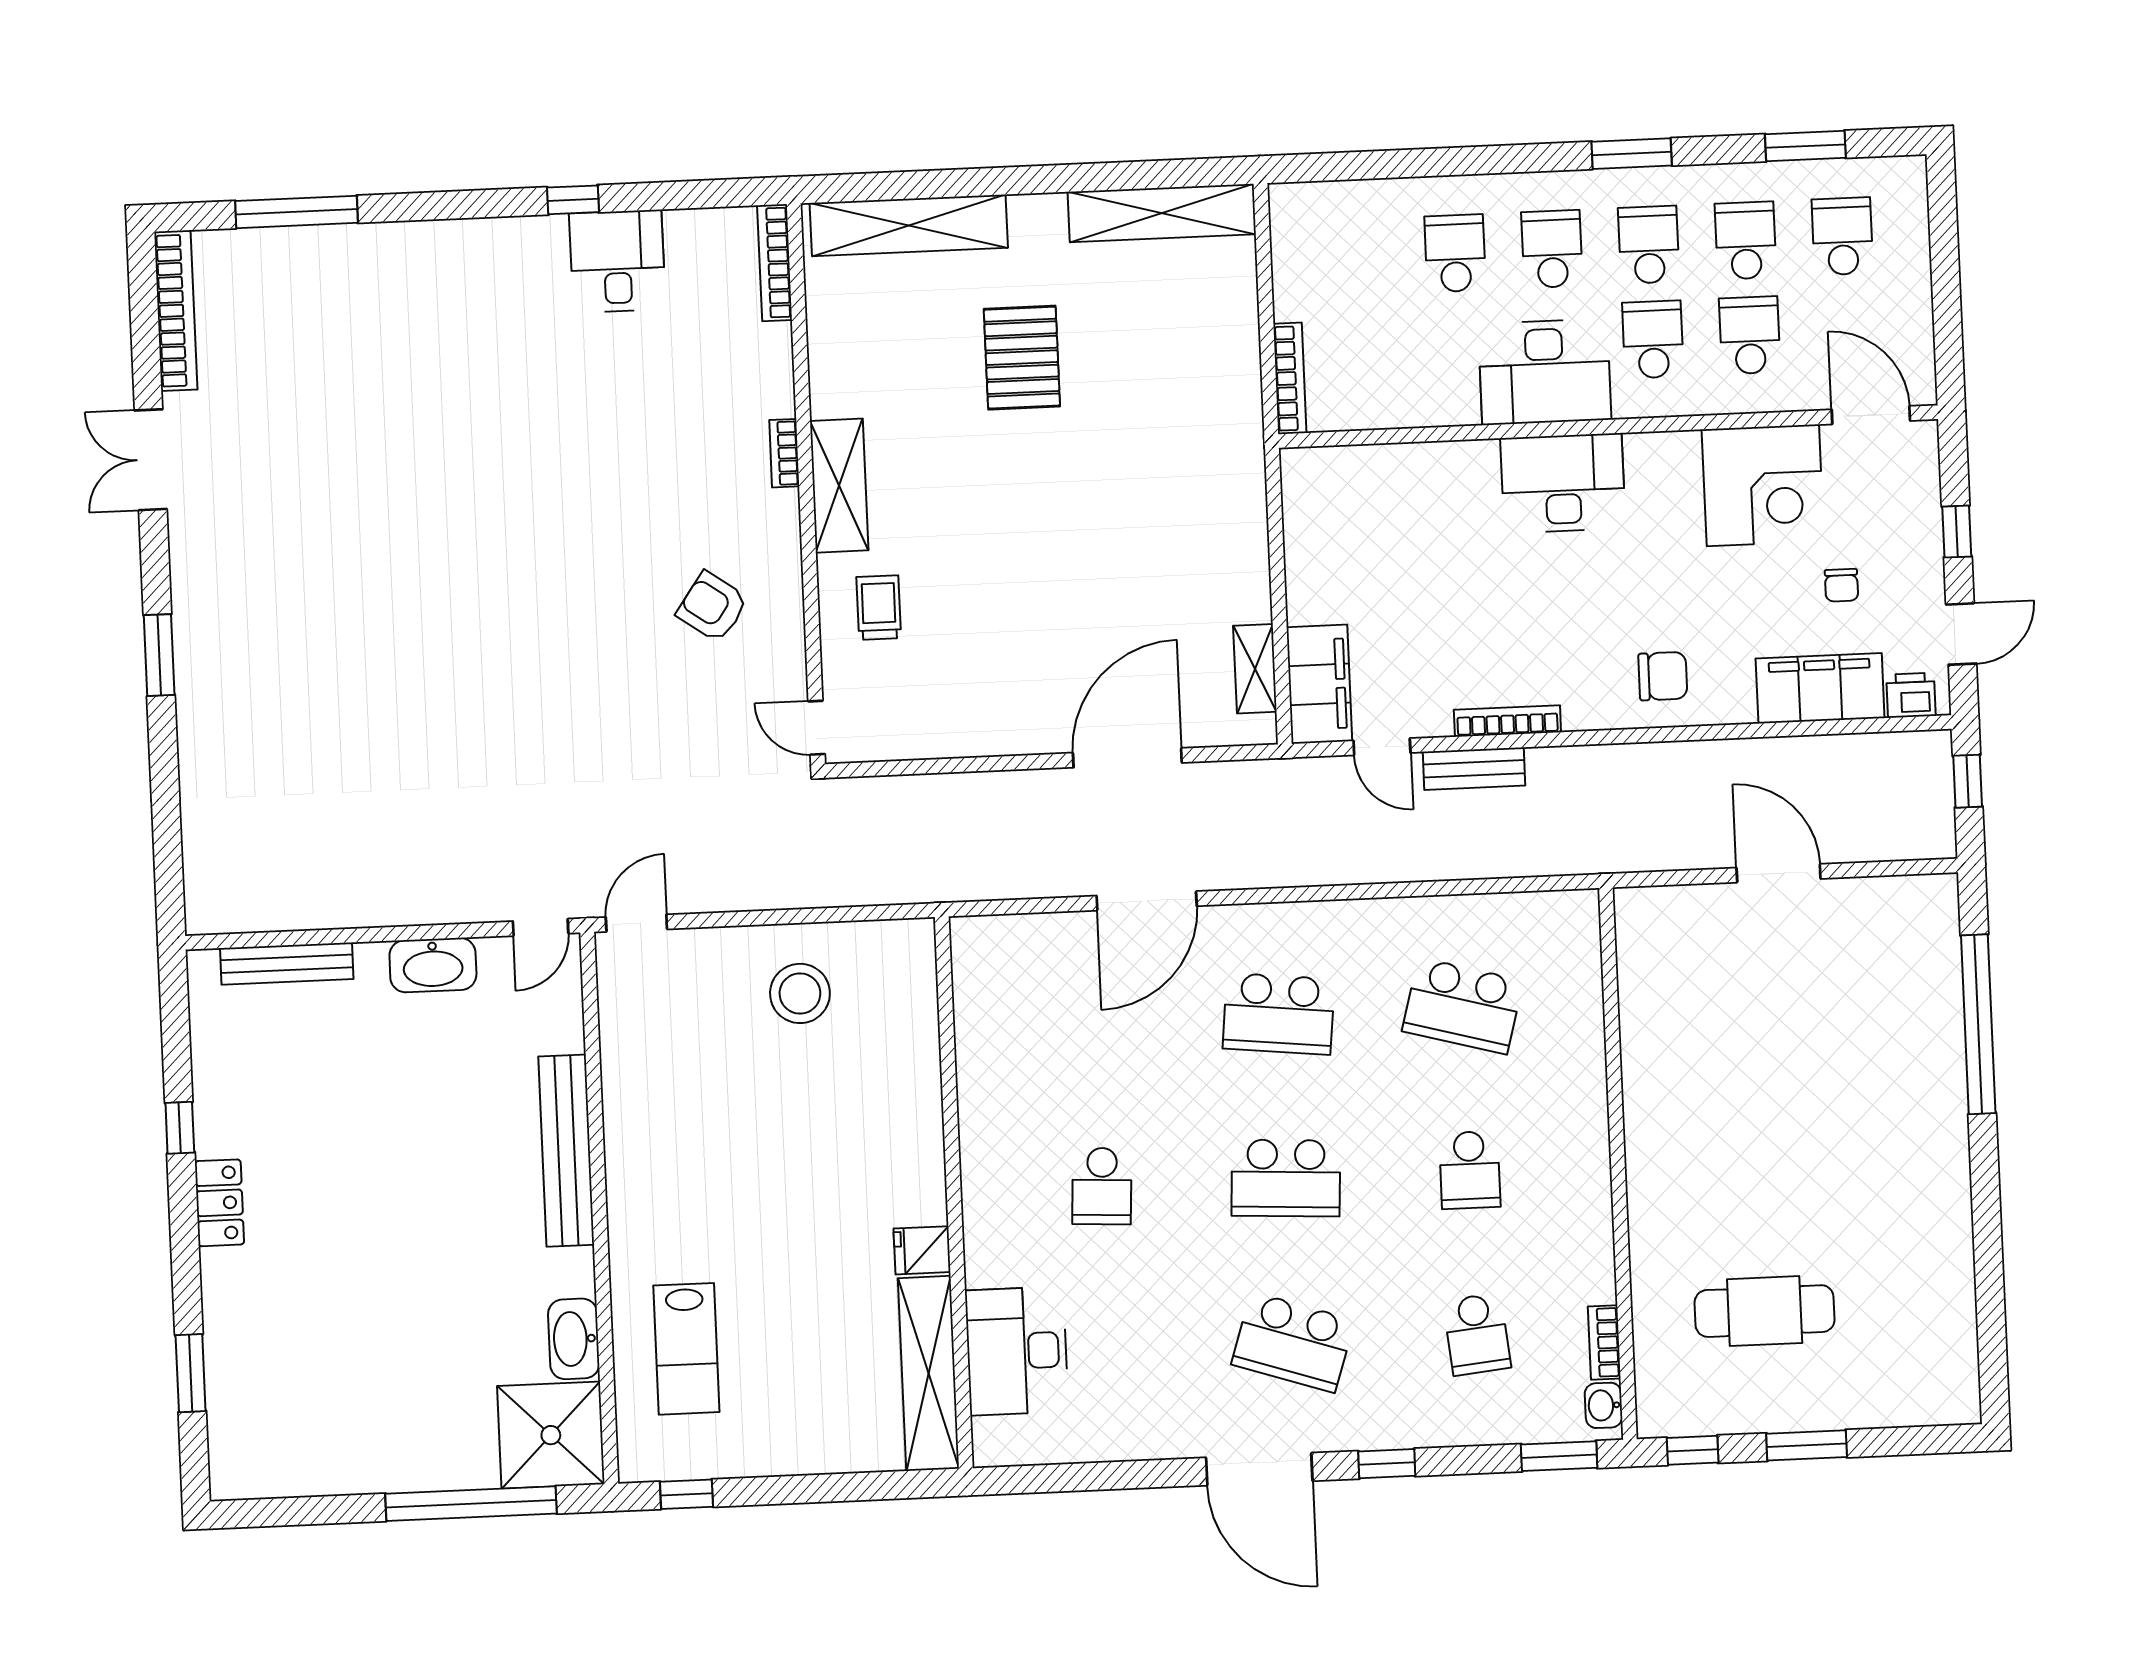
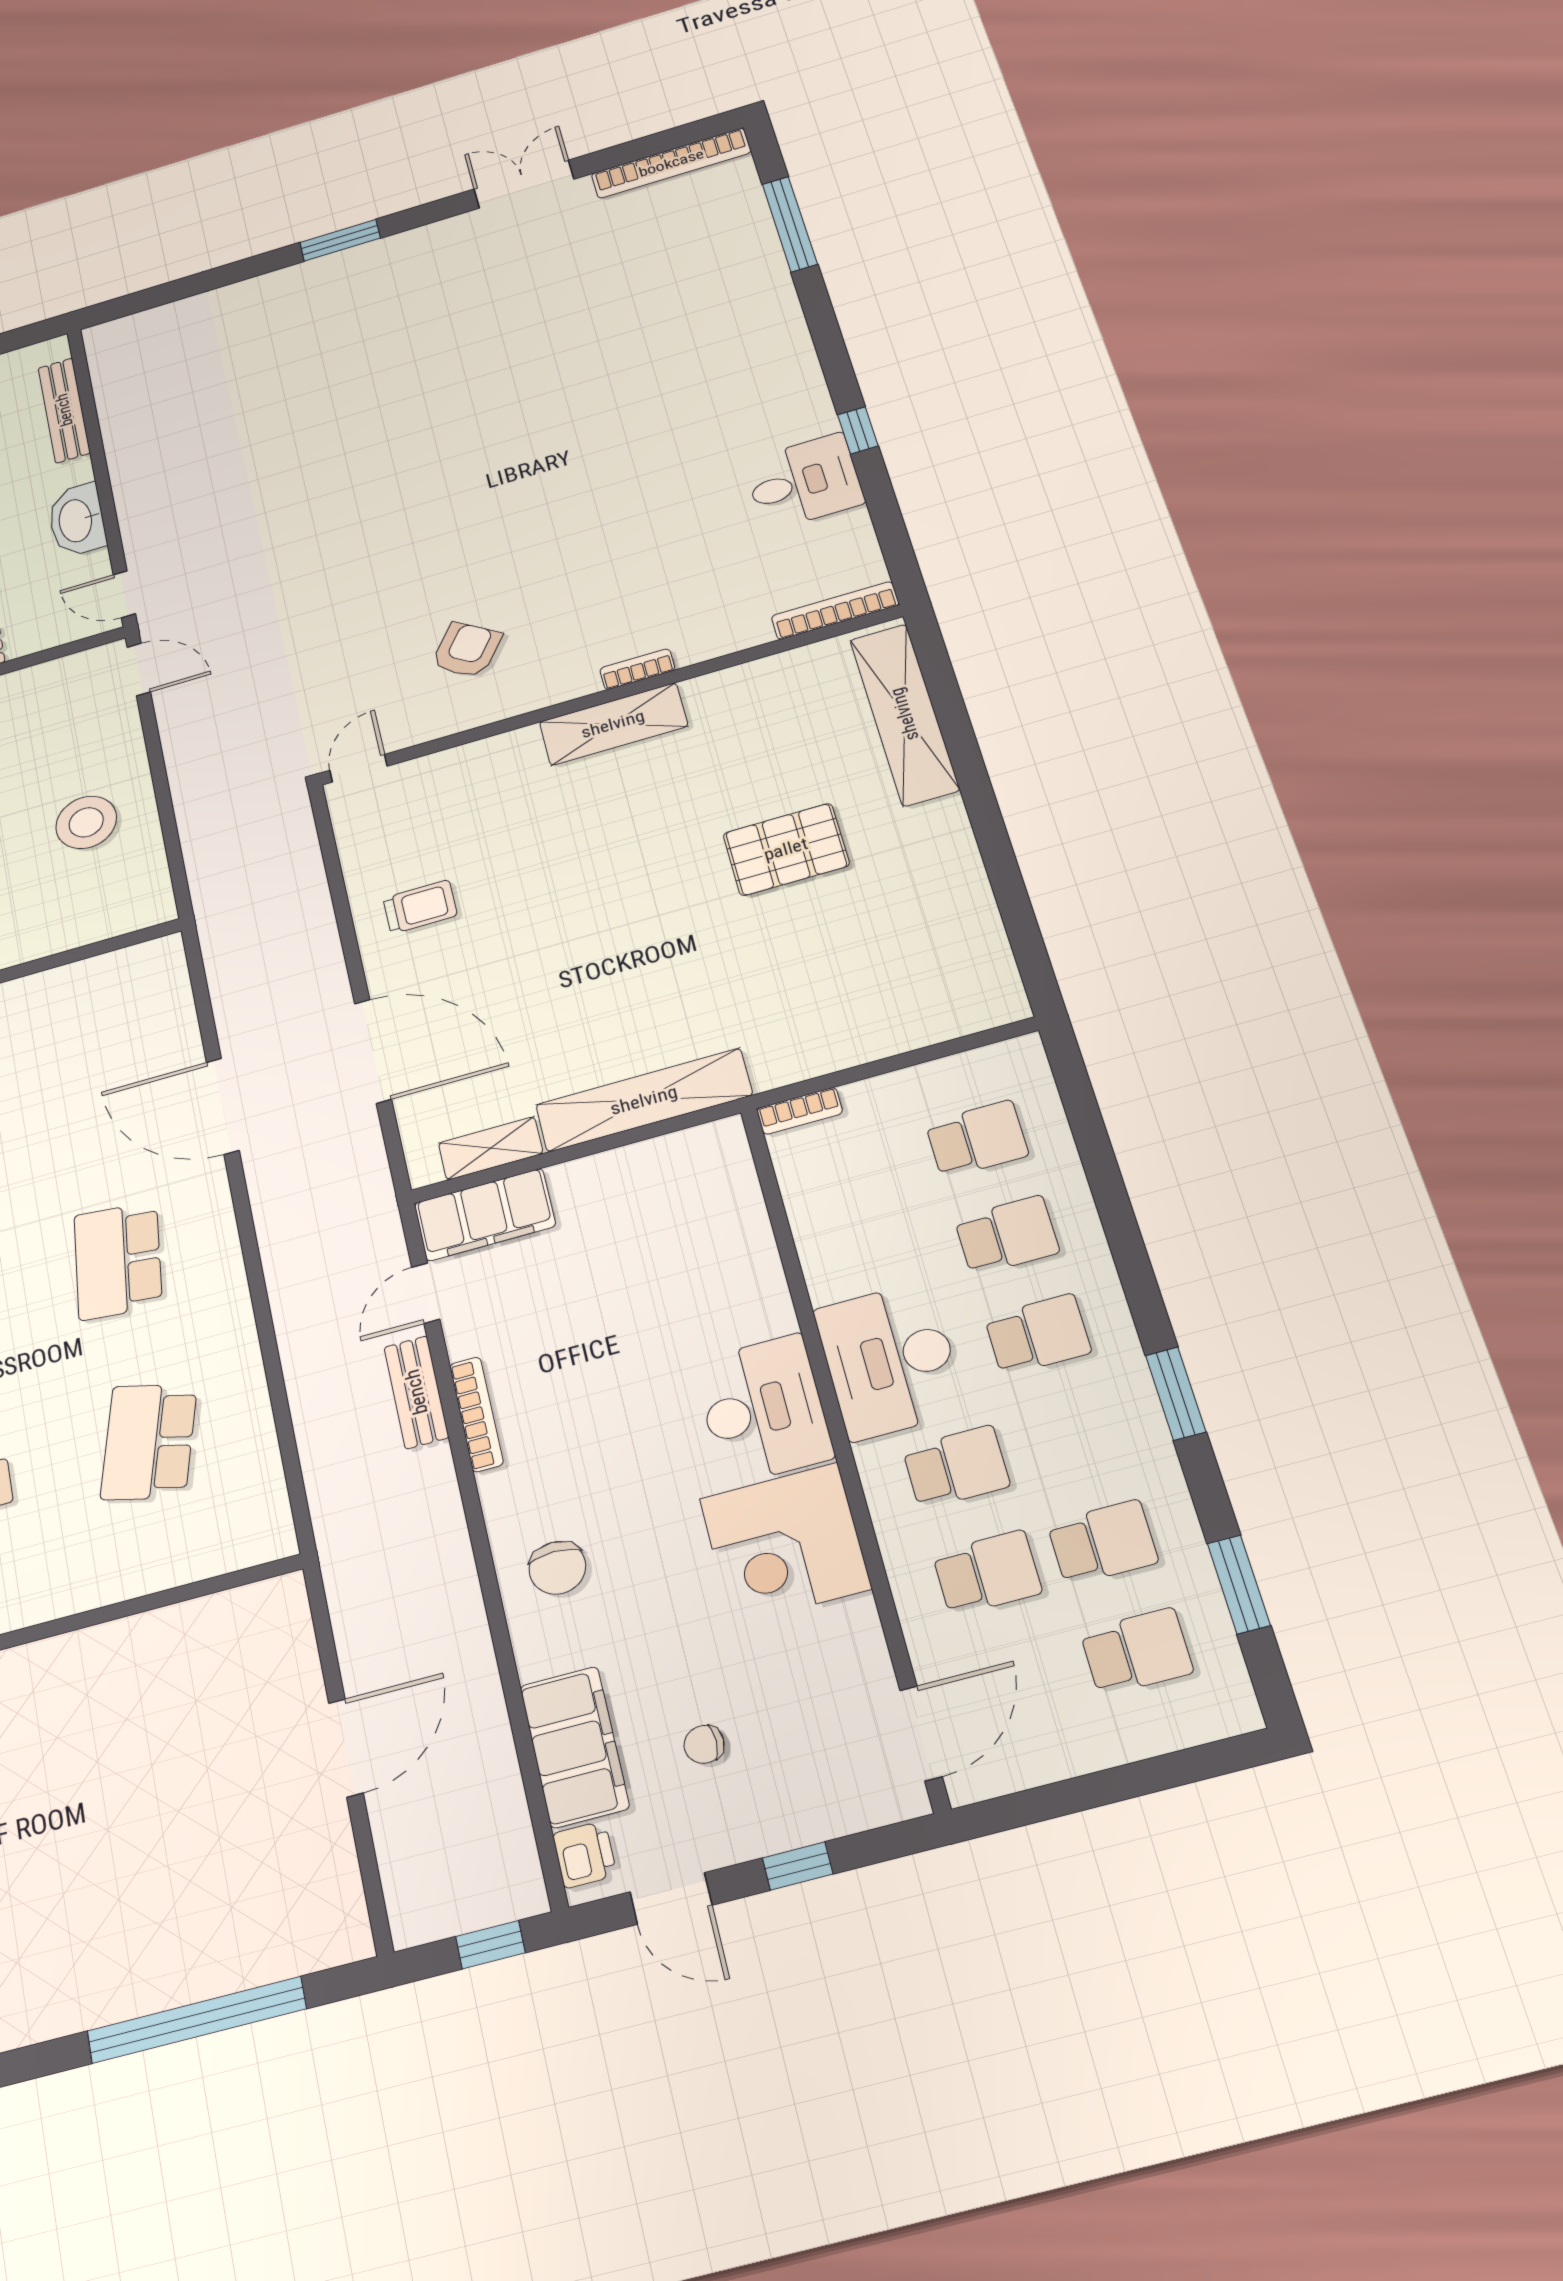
shelving: (1162, 213) -> (644, 1100), moved, turned 90
school desk: (1649, 245) -> (977, 1139), moved
bookcase: (1290, 378) -> (800, 1111), width x0.64
corner desk: (1763, 485) -> (785, 1544), moved
trolley: (879, 608) -> (420, 907), moved

